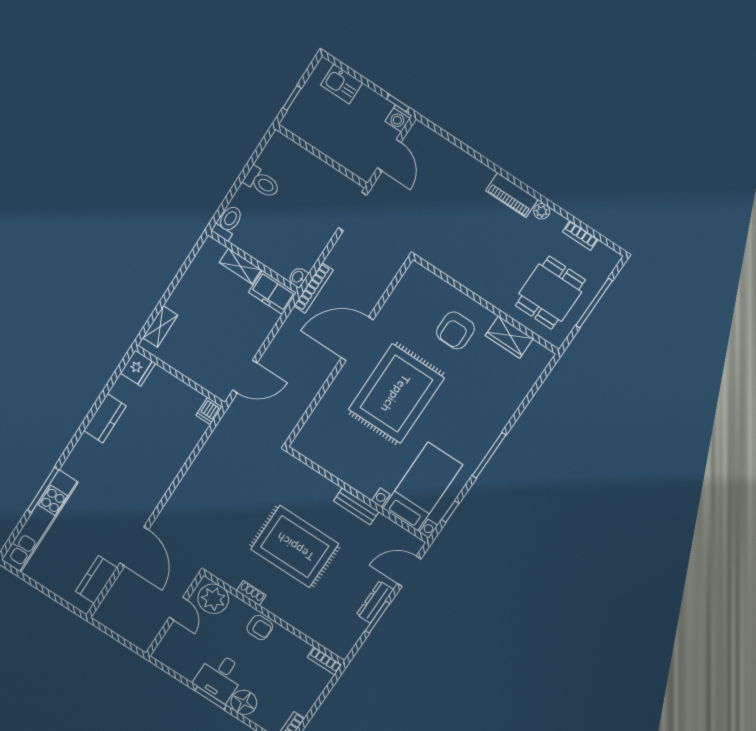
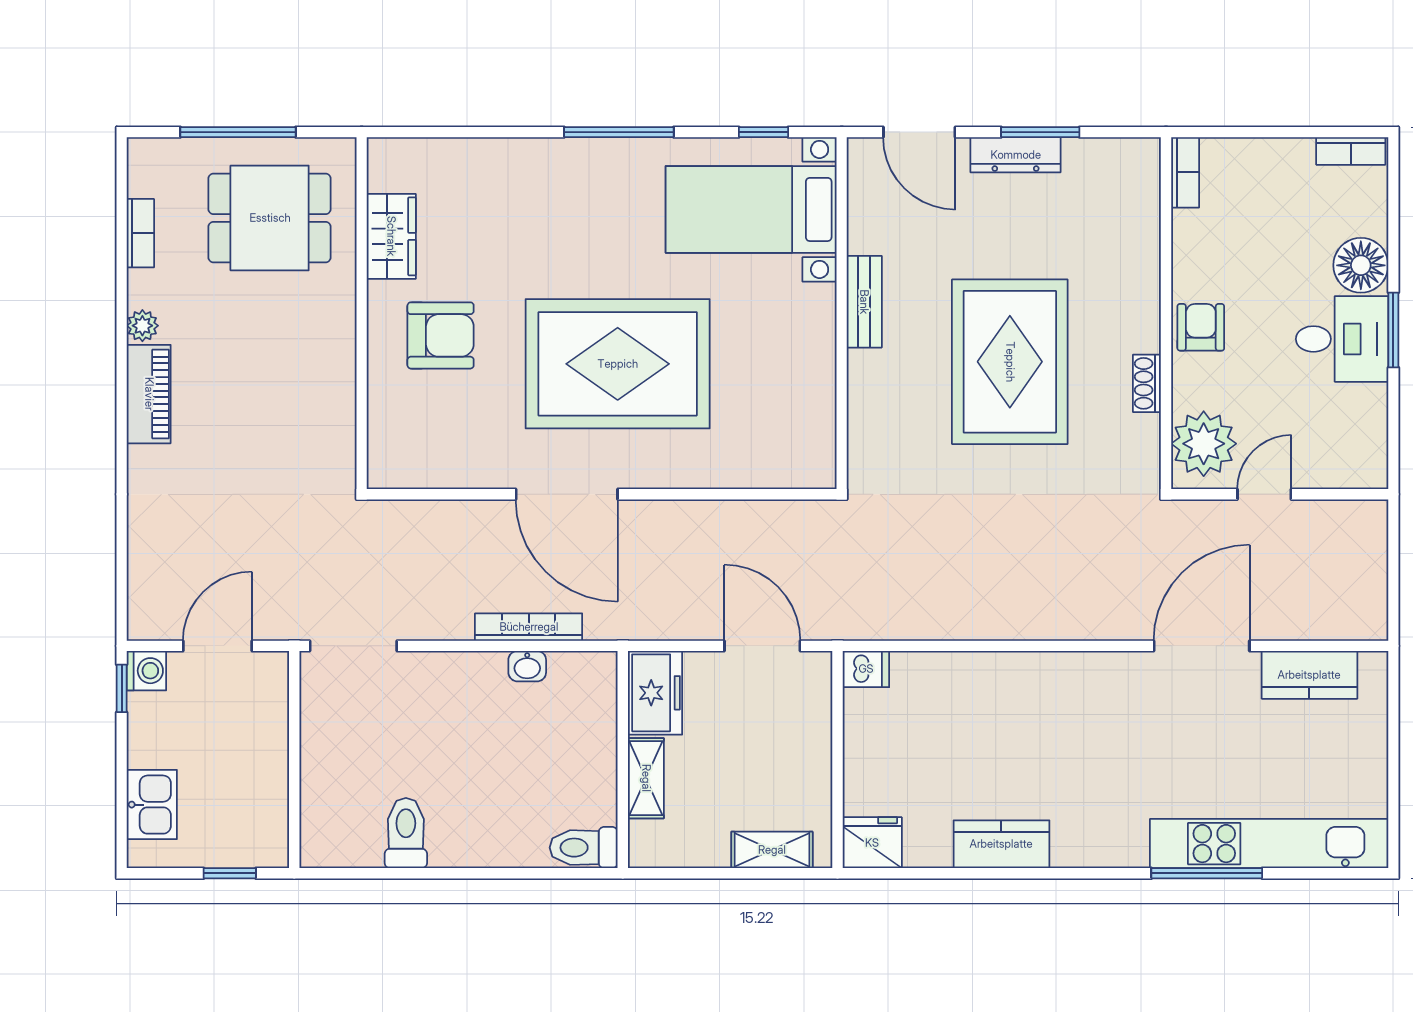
toilet: (228, 222) -> (584, 848), moved
wall: (254, 262) -> (623, 760), moved
shelving: (240, 266) -> (646, 778), moved
freezer: (272, 293) -> (655, 693), moved

